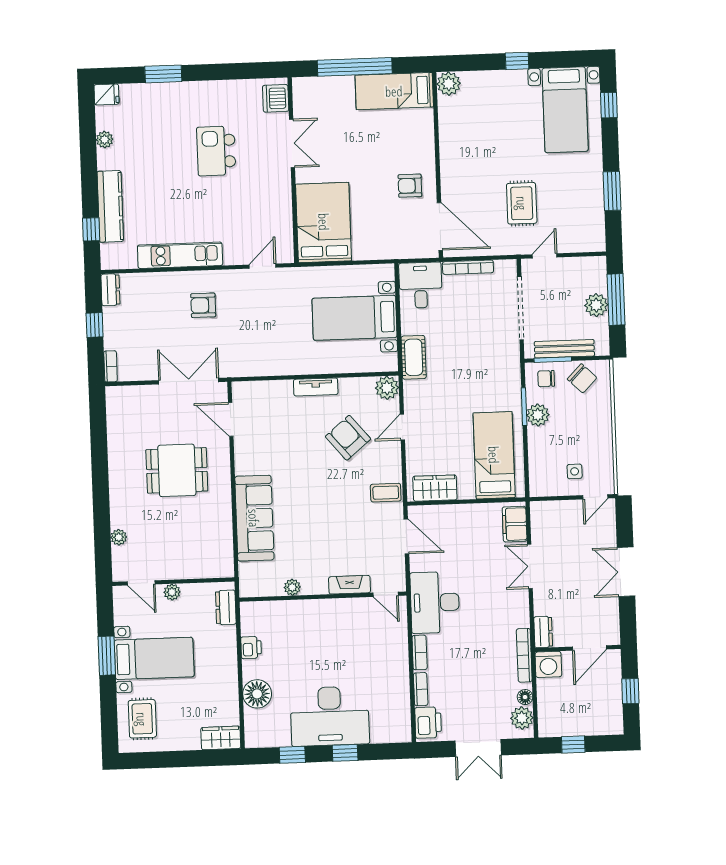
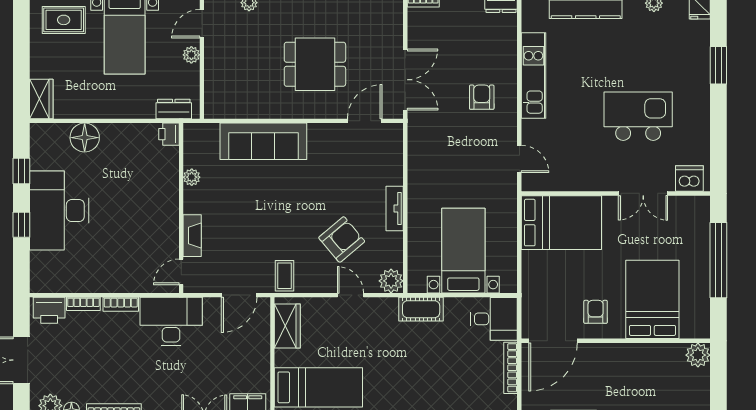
bed: (394, 91) -> (652, 299), moved, width x1.50
kitchen island: (216, 151) -> (638, 116), width x1.37, depth x1.28
dining table: (177, 470) -> (315, 64), turned 90
printer: (251, 648) -> (169, 134), moved, turned 90

